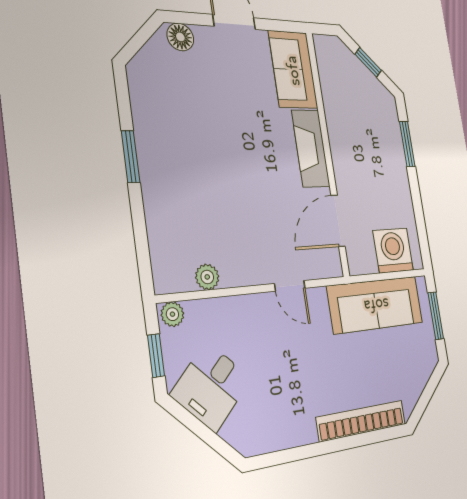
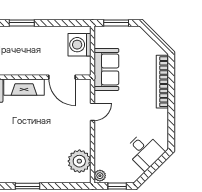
plant: (207, 277) -> (79, 161), width x1.87, depth x1.87
sofa: (376, 305) -> (106, 69), width x0.73
desk: (211, 386) -> (144, 151), moved

